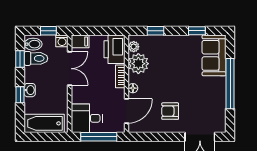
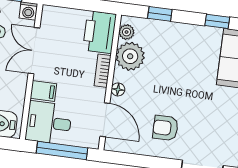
filing cabinet: (80, 41) -> (43, 91), moved
double door: (70, 69) -> (34, 51), swing flipped
door: (126, 111) -> (105, 120), hinge flipped

